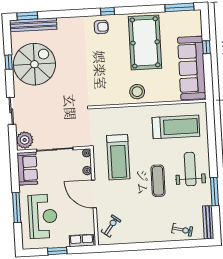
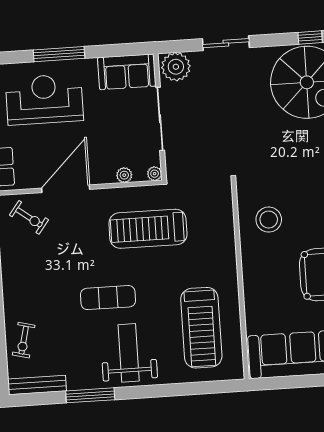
stool: (137, 92) -> (269, 220), moved
weight bench: (190, 169) -> (129, 353), turned -90
door: (94, 194) -> (66, 189), moved
reception desk: (43, 216) -> (44, 99), turned 180

